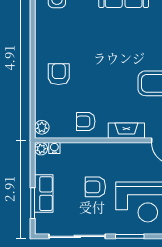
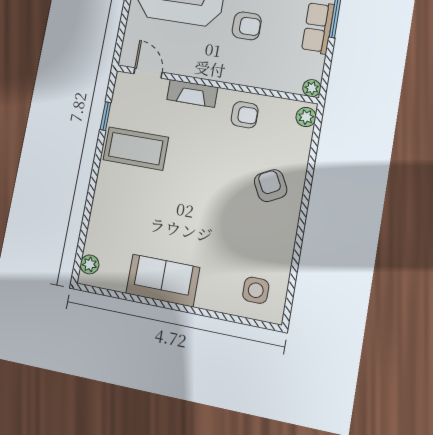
armchair: (59, 74) -> (271, 186), turned 153
water cooler: (54, 148) -> (293, 86), removed

